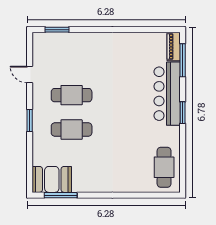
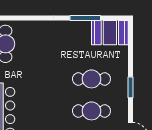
window: (61, 195) -> (85, 18), moved

